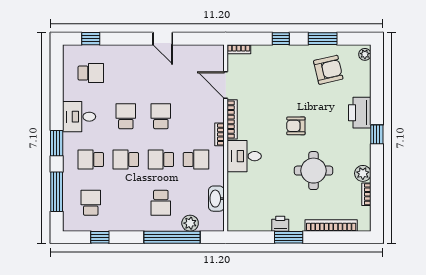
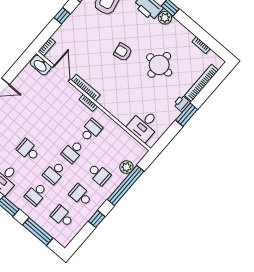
door: (226, 85) -> (61, 73), swing flipped
school desk: (161, 116) -> (81, 195), moved
armchair: (296, 126) -> (123, 52), turned 80
desk: (244, 156) -> (144, 125), moved
plant: (363, 173) -> (165, 18), moved
washbasin: (216, 199) -> (41, 65), moved
printer: (280, 224) -> (182, 103), moved
window: (100, 237) -> (97, 219), moved

